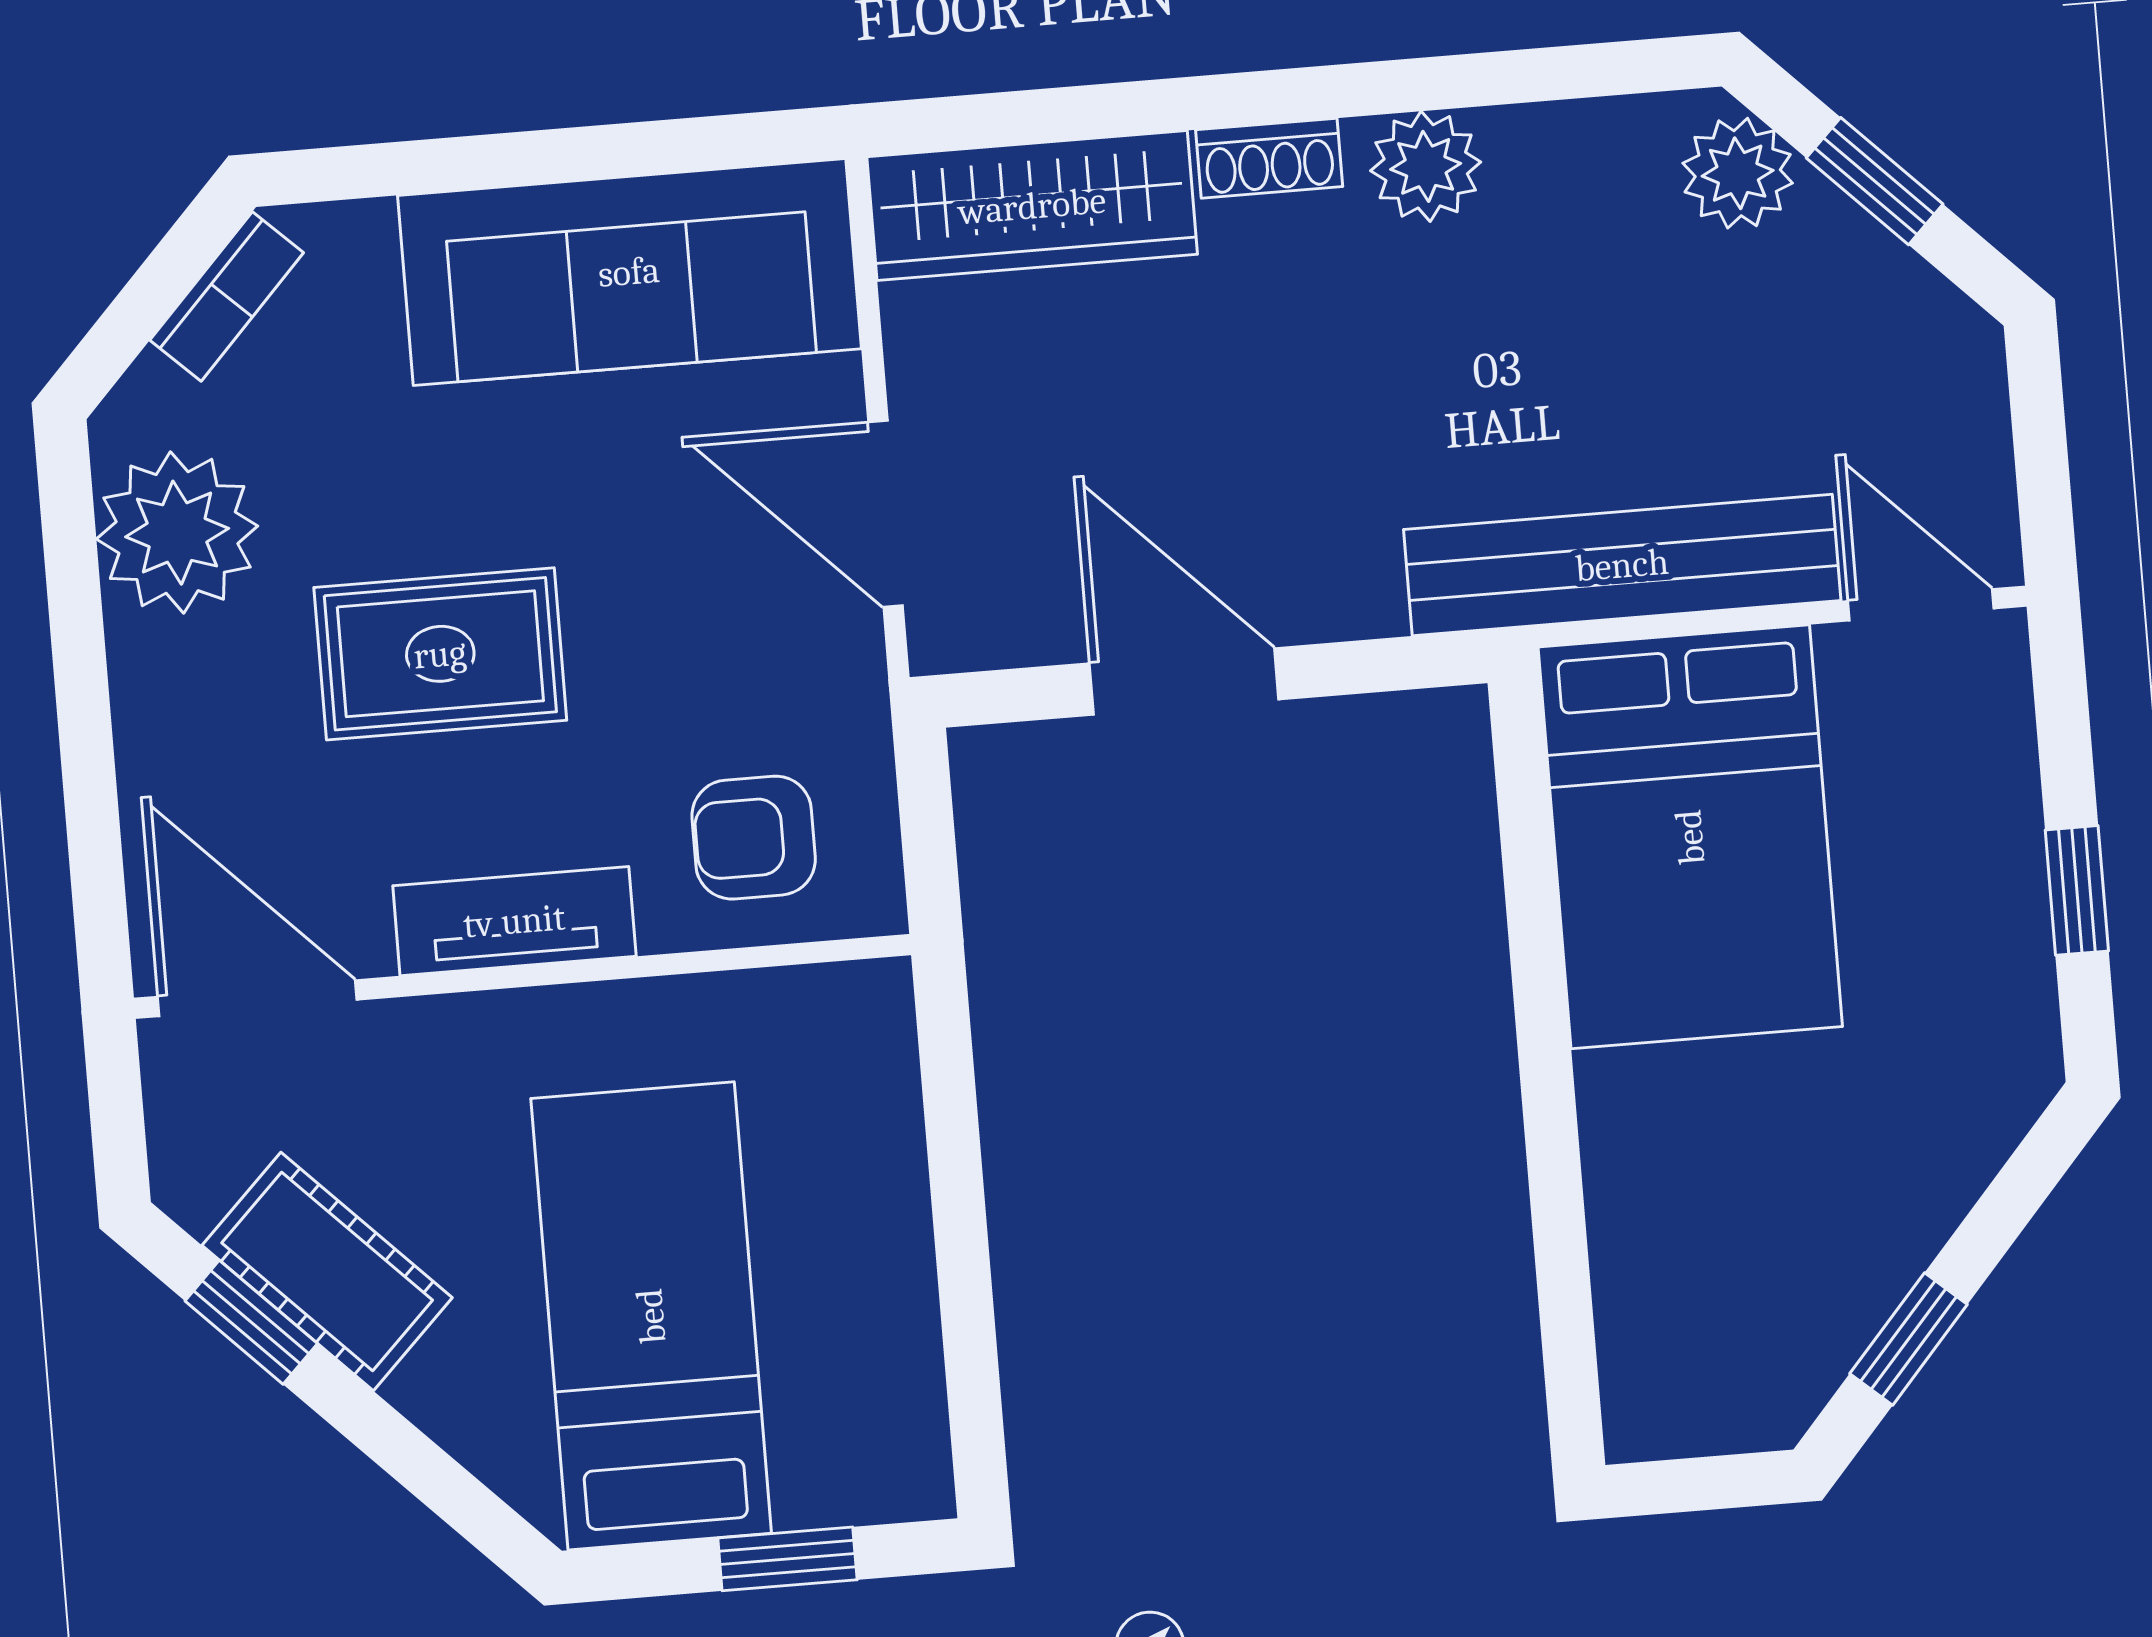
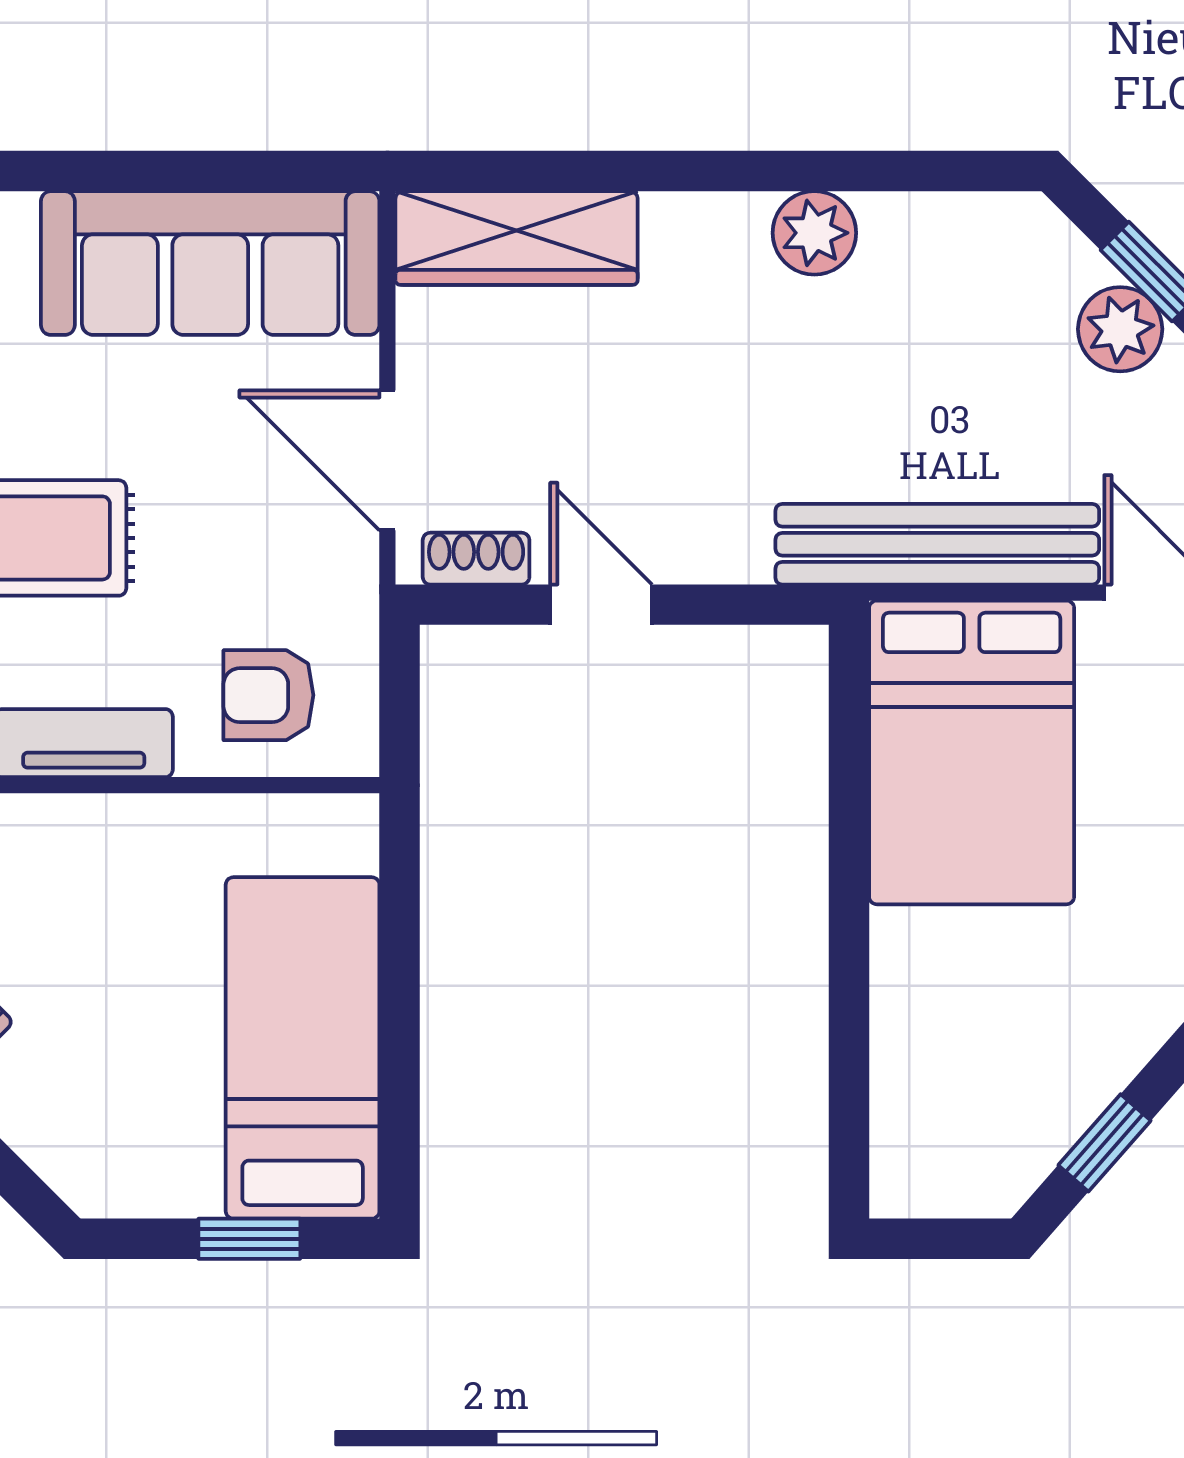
shoe rack: (1269, 158) -> (476, 559), moved, turned 180
plant: (1738, 173) -> (1120, 329), moved
door: (1184, 681) -> (601, 605), width x0.73
bed: (651, 1316) -> (303, 1048), moved

